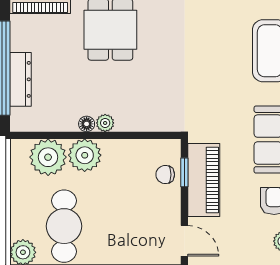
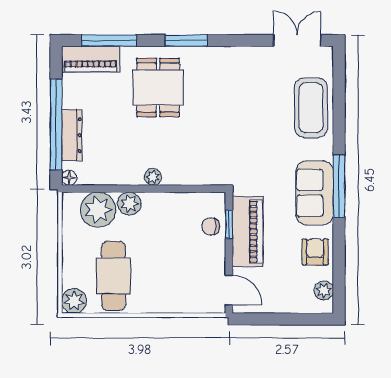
floor lamp: (87, 124) -> (69, 178), moved
plant: (85, 155) -> (129, 204), width x0.73, depth x0.73

